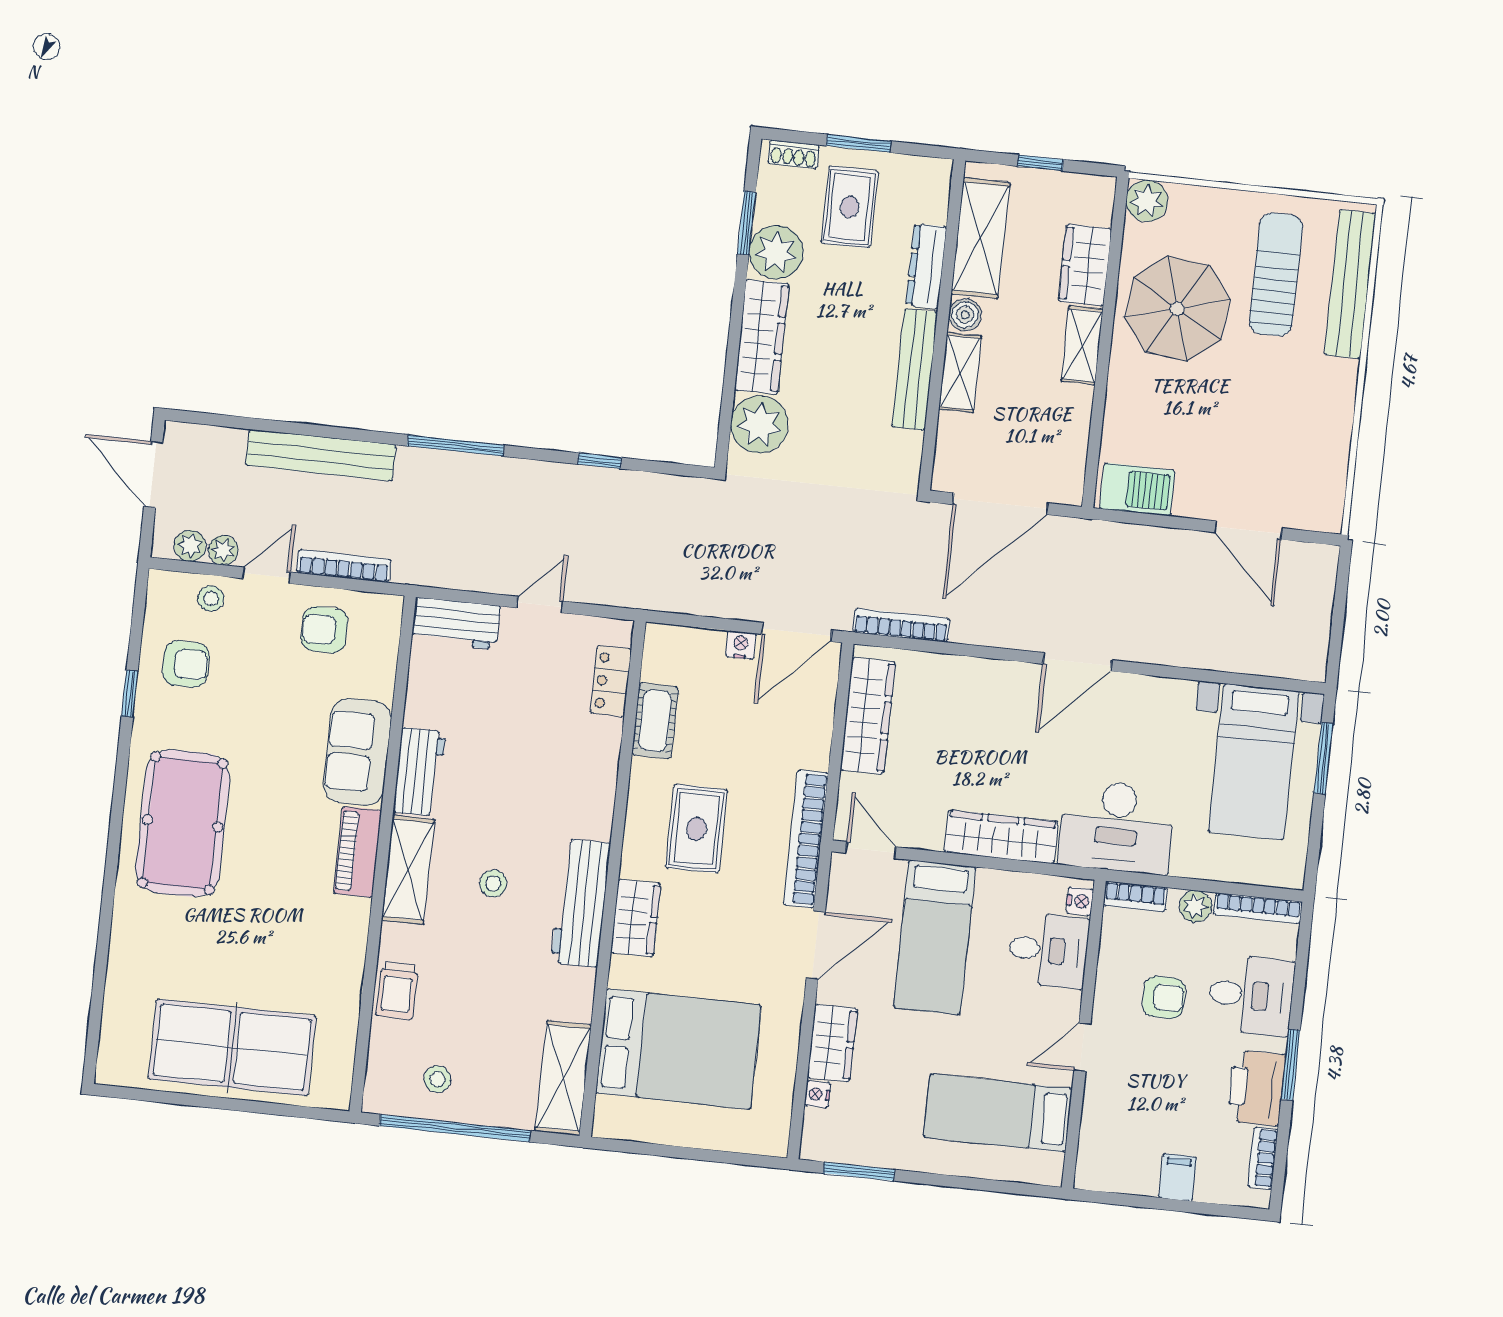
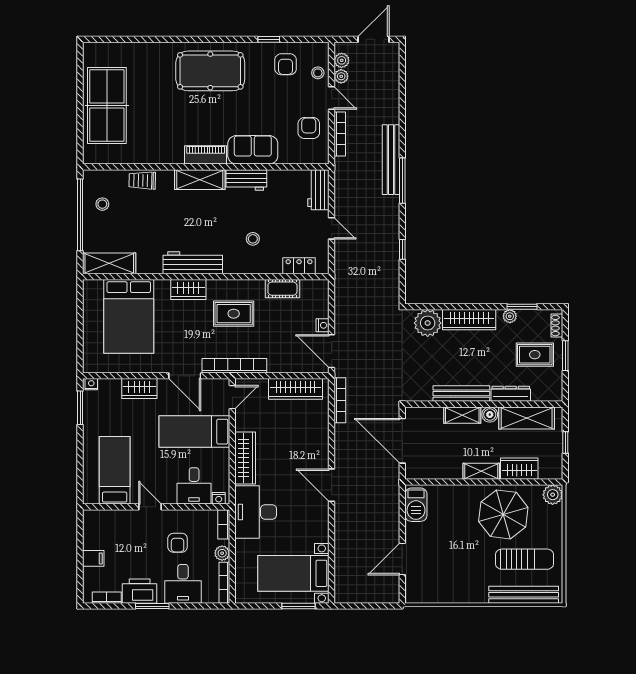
plant: (776, 252) -> (510, 316), width x0.53, depth x0.53
bench: (321, 455) -> (391, 160), moved
stool: (493, 884) -> (253, 239), moved
nightstand: (817, 1094) -> (91, 384), moved

